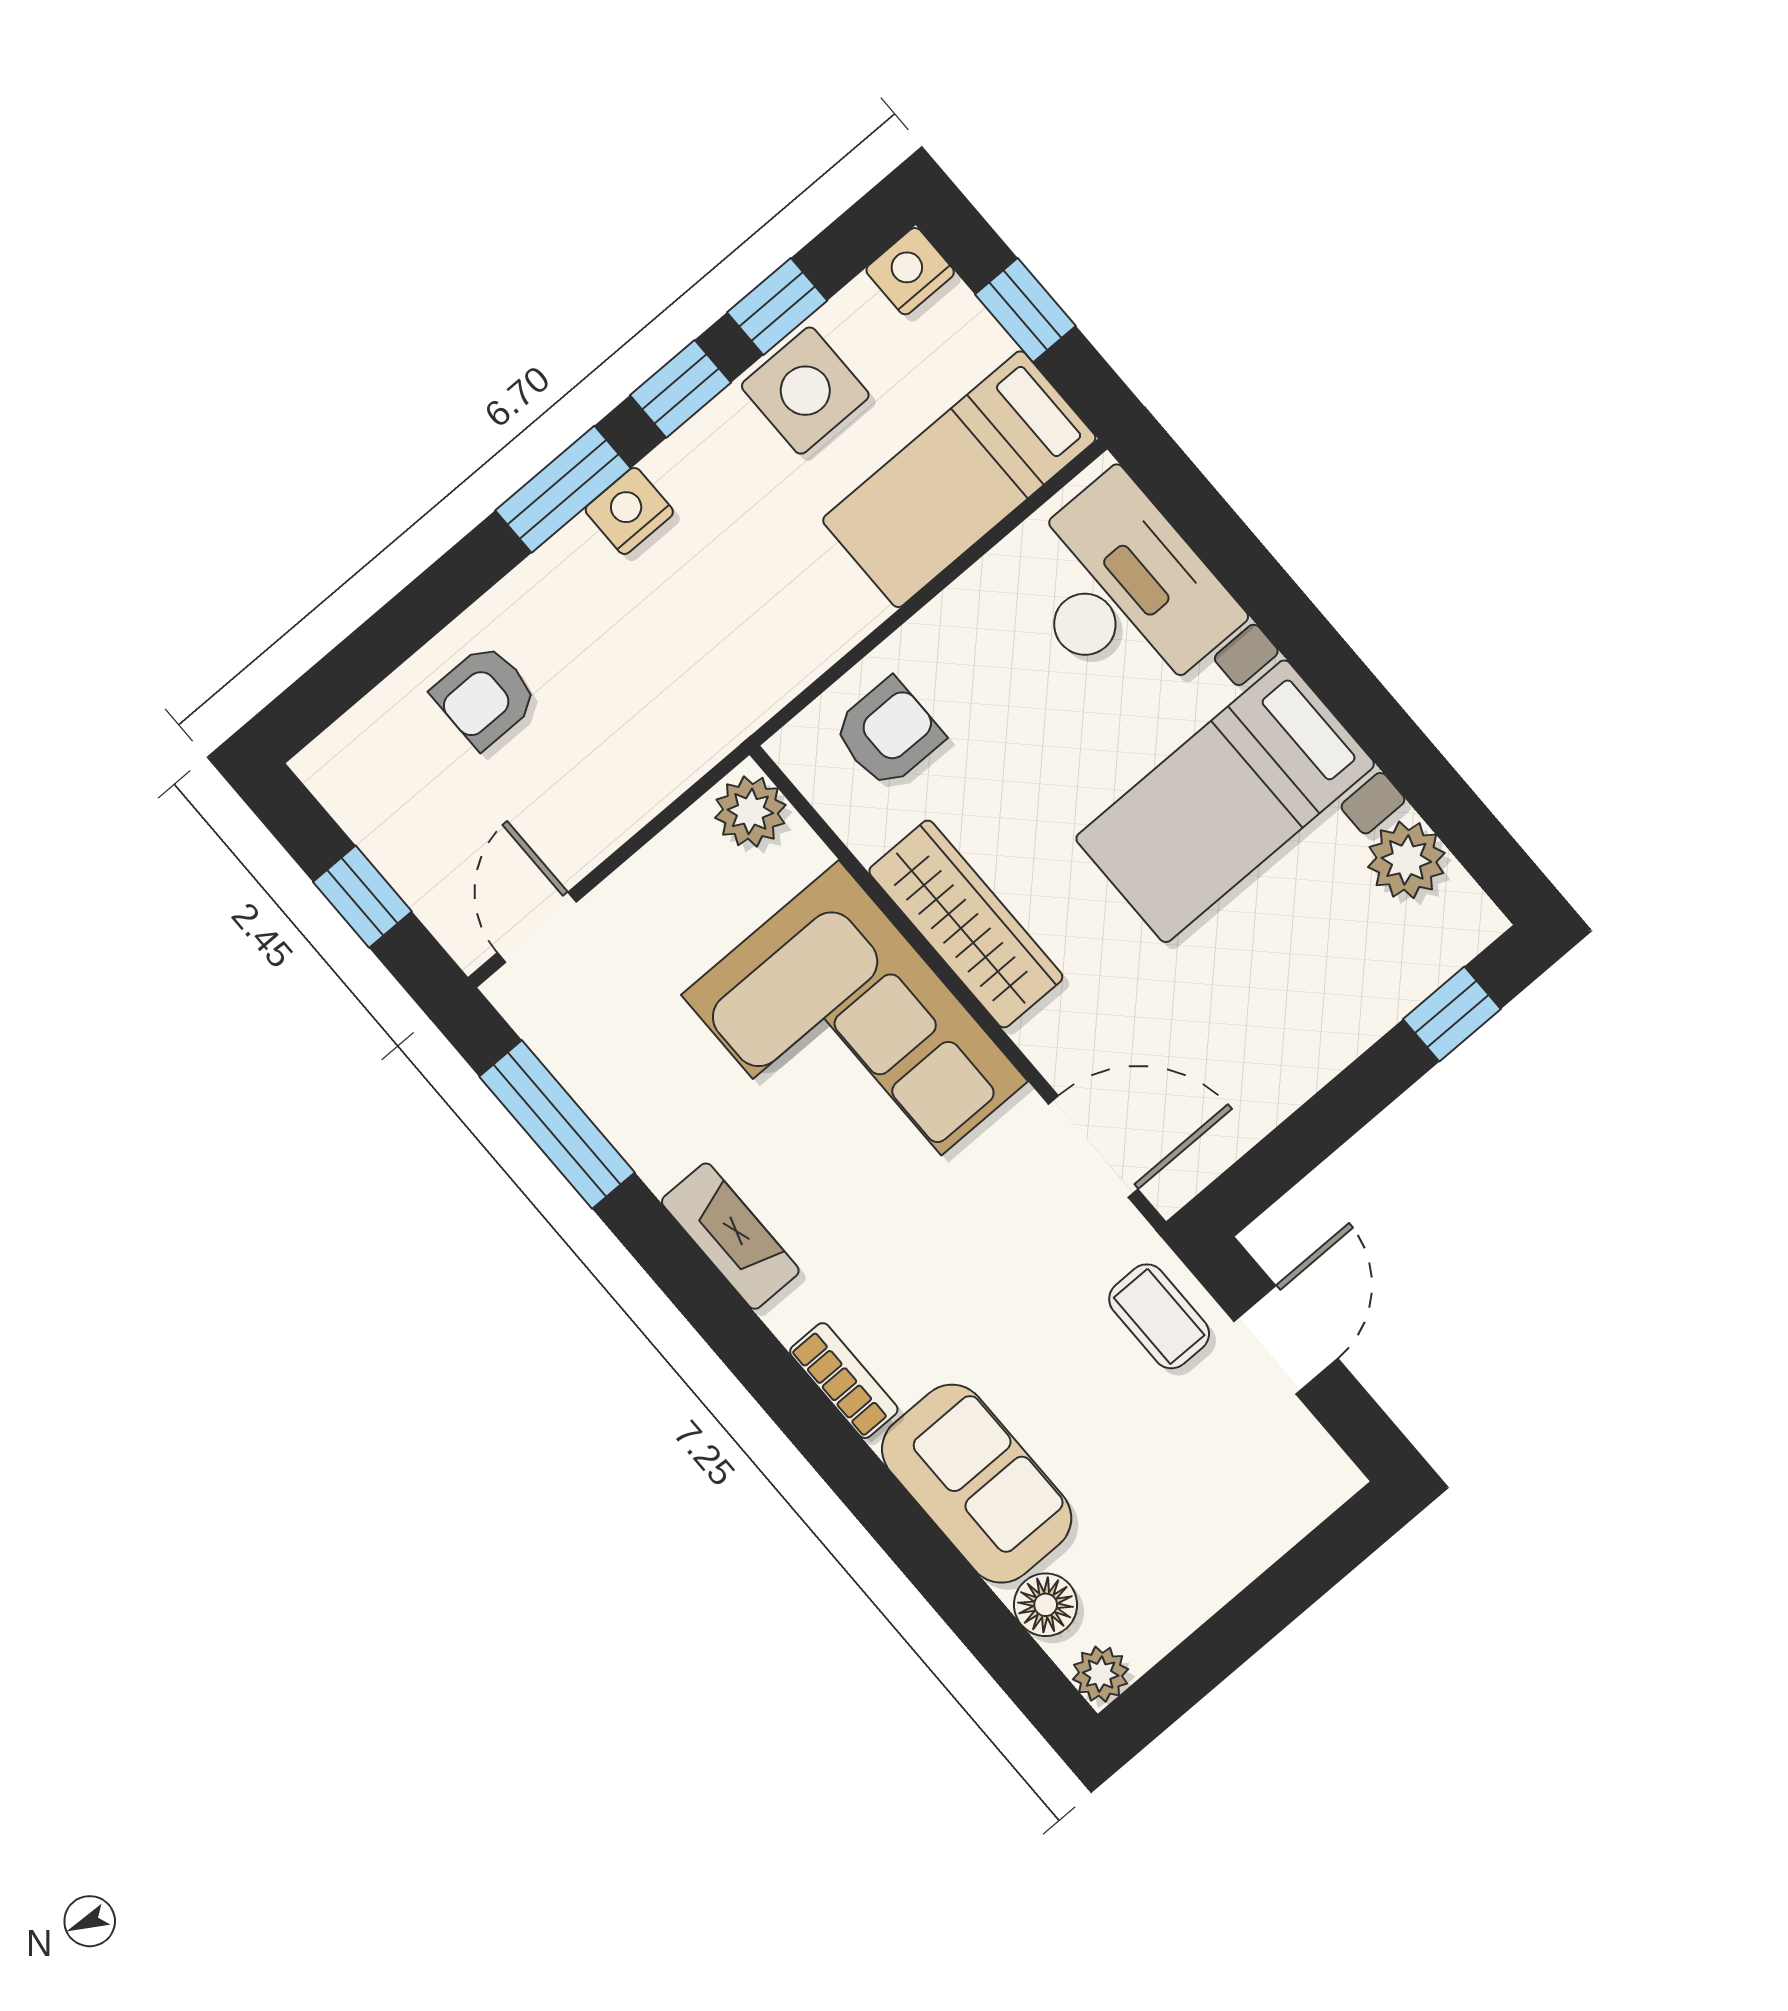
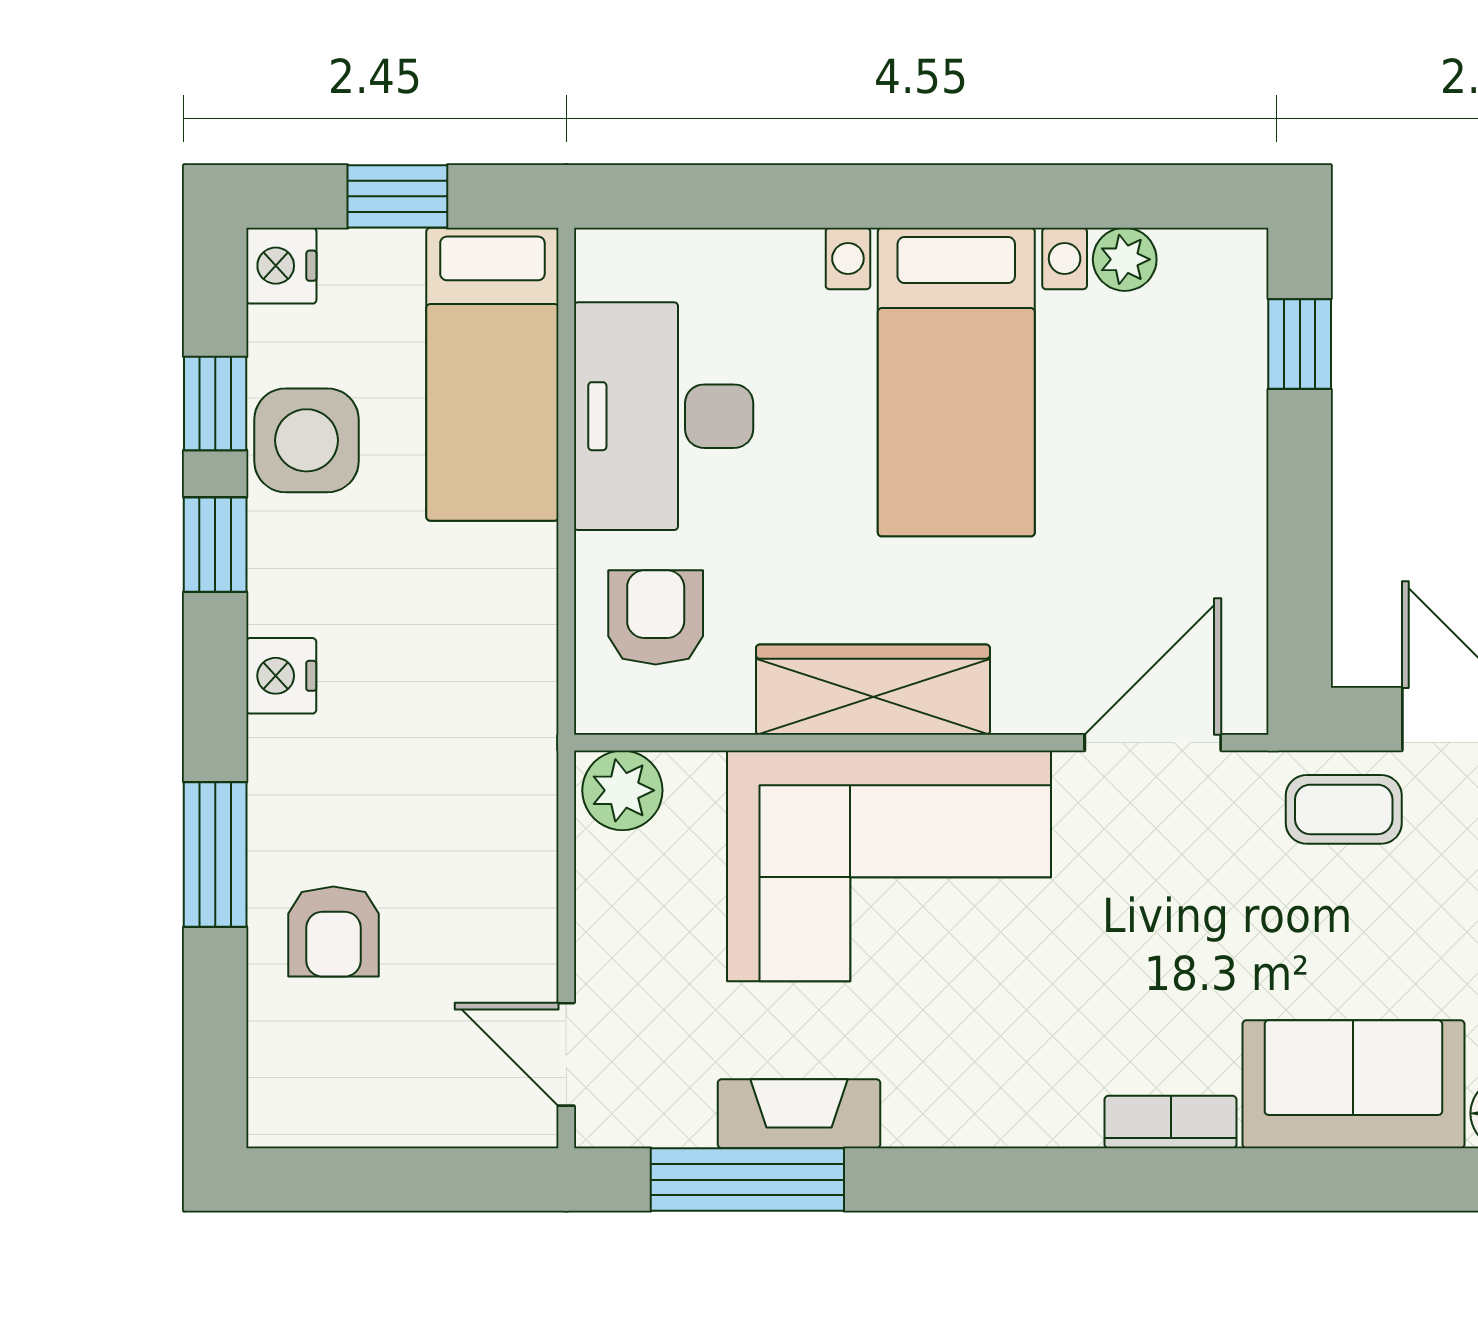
window: (563, 489) -> (215, 854), moved
desk: (1123, 592) -> (664, 416), moved, turned -90
plant: (1406, 860) -> (1125, 259), width x0.73, depth x0.73
window: (362, 897) -> (414, 1180), removed
fireplace: (730, 1236) -> (799, 1114), moved

